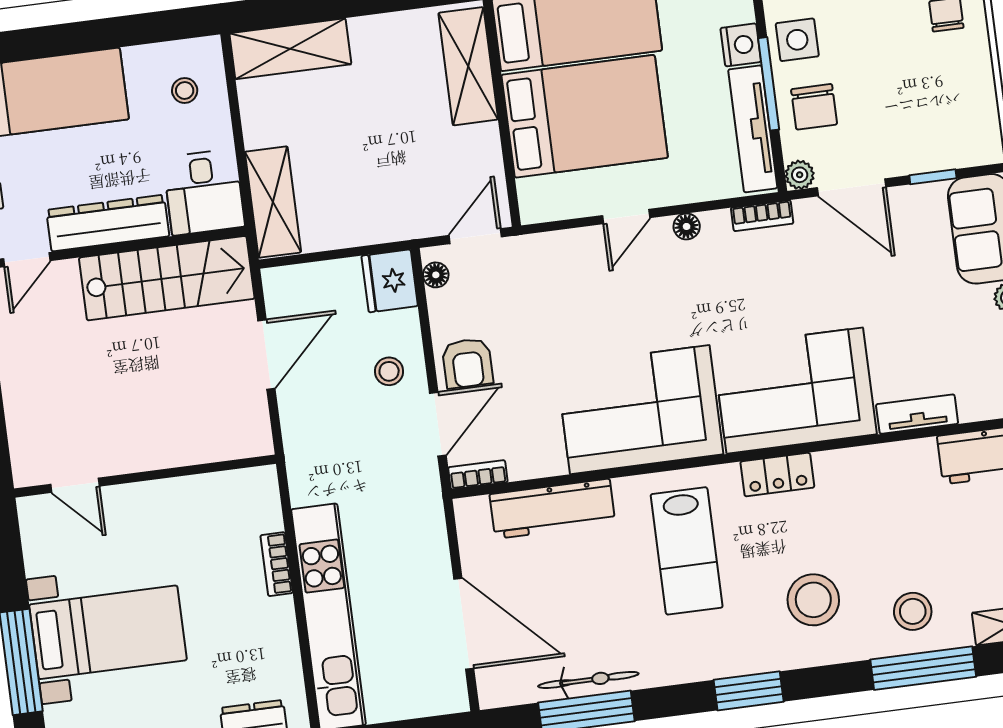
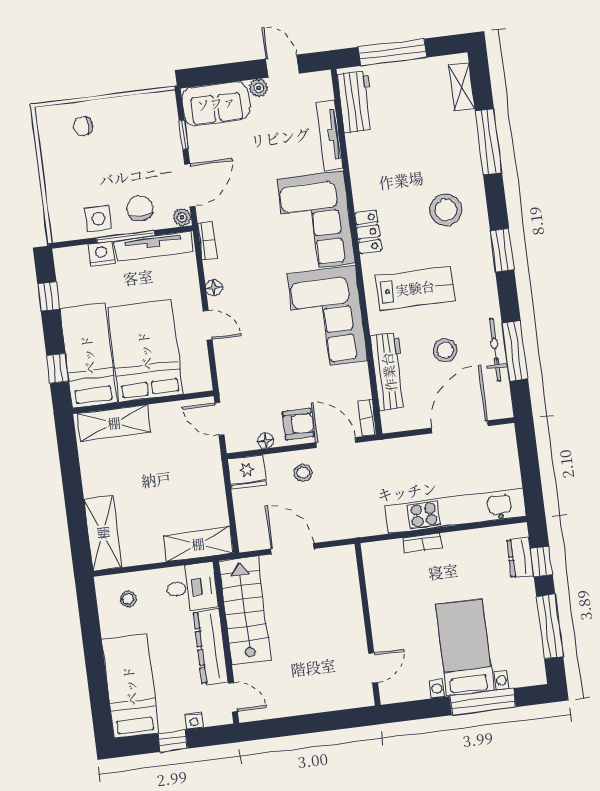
chair: (814, 107) -> (140, 208), turned -90
floor lamp: (436, 275) -> (266, 441), moved
tv unit: (917, 414) -> (330, 135), width x1.41
stool: (913, 611) -> (445, 350), moved

